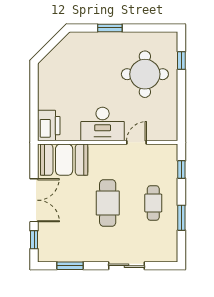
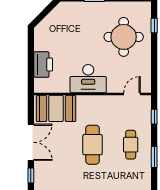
printer: (49, 126) -> (43, 65), moved
door: (137, 142) -> (132, 94), moved

